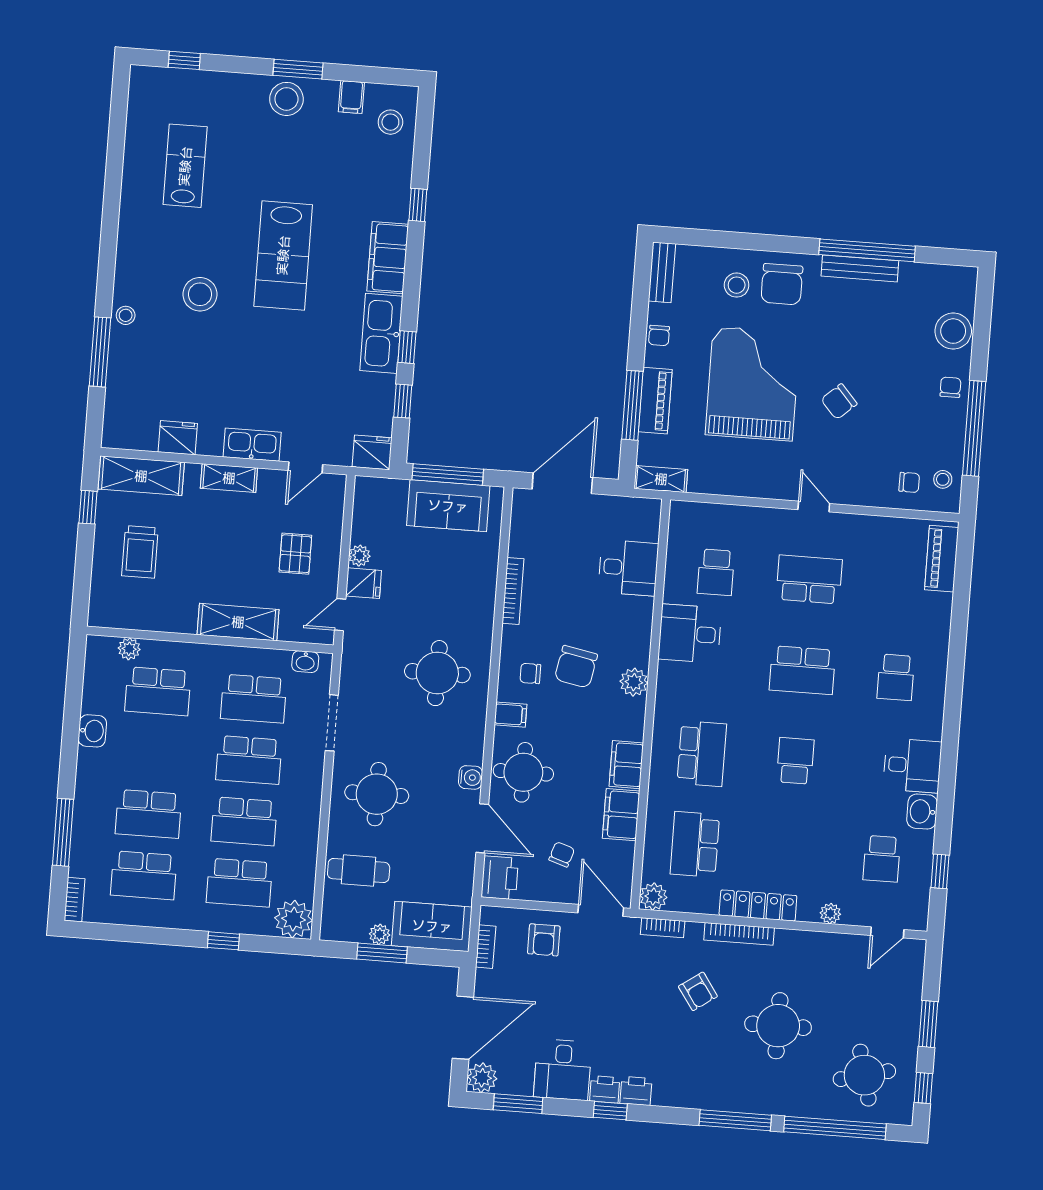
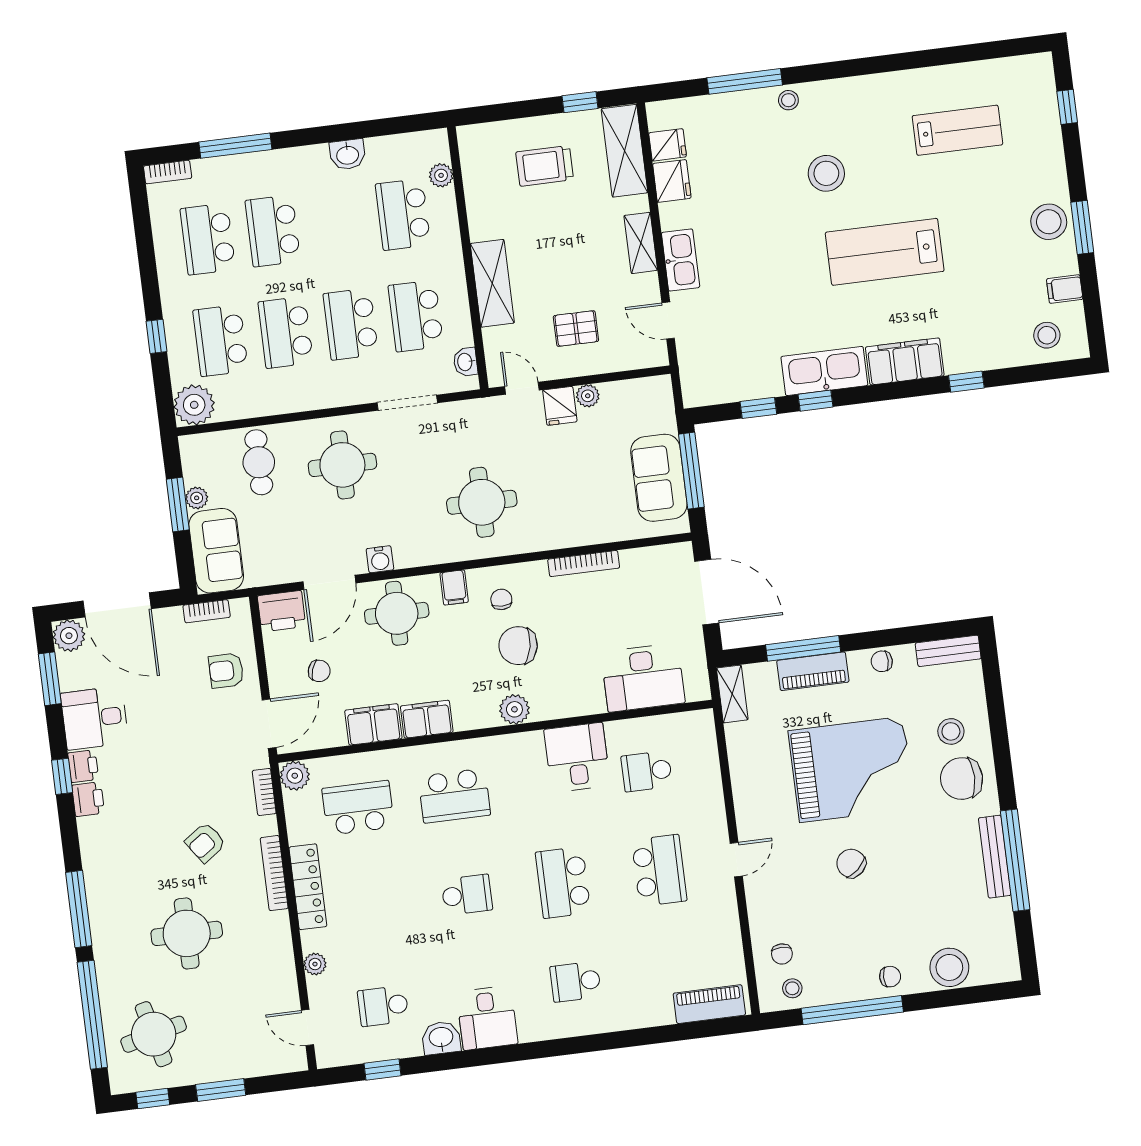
fridge: (372, 452) -> (668, 145), moved, width x0.72
desk: (628, 568) -> (643, 678), width x1.37

